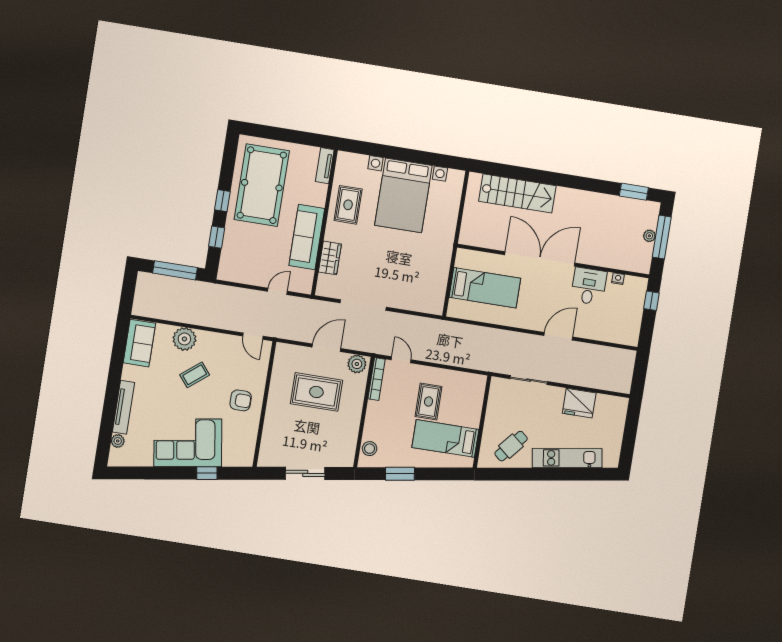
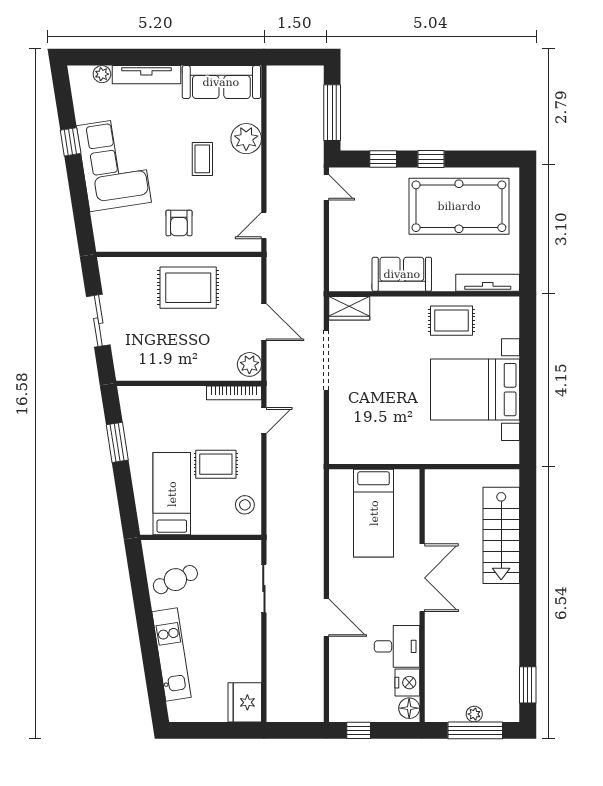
tv unit: (325, 166) -> (488, 283), width x1.41
sofa: (307, 237) -> (402, 274), width x0.73
wardrobe: (330, 258) -> (349, 308), moved
double door: (540, 259) -> (422, 578), width x0.73
nightstand: (618, 279) -> (407, 683), width x1.89, depth x1.79
floor lamp: (637, 284) -> (409, 708), added
door: (277, 291) -> (326, 187), moved
window: (651, 301) -> (359, 730), moved
sofa: (139, 343) -> (221, 82), width x1.36
coffee table: (195, 375) -> (202, 159), turned 39
rug: (316, 392) -> (188, 288), moved, turned 90
fridge: (579, 403) -> (245, 702), moved
cafe table: (511, 446) -> (175, 580), turned -64
stool: (370, 449) -> (245, 505), moved
window: (207, 473) -> (71, 142), moved

